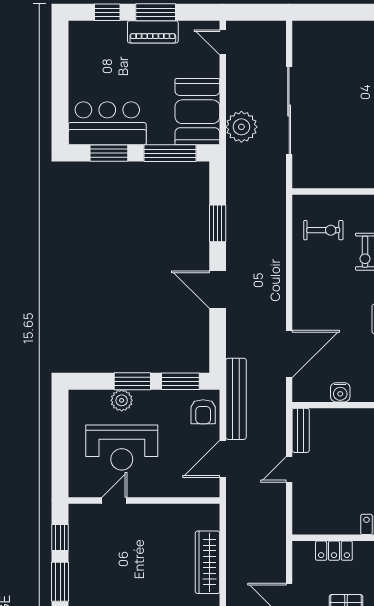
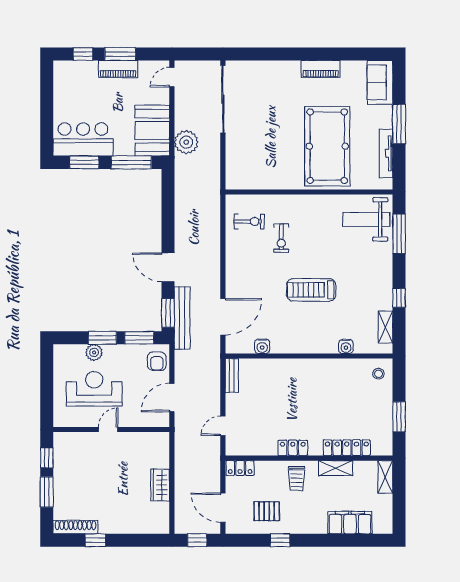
door: (223, 42) -> (172, 77), hinge flipped
sliding door: (289, 111) -> (223, 99), moved
window: (218, 223) -> (168, 313), moved
bench: (236, 399) -> (182, 318), moved
reception desk: (122, 448) -> (94, 389), turned 180
door: (289, 469) -> (223, 426), moved
door: (114, 500) -> (108, 429), moved
locker: (334, 551) -> (240, 468), moved
wardrobe: (208, 562) -> (160, 485), width x0.67

